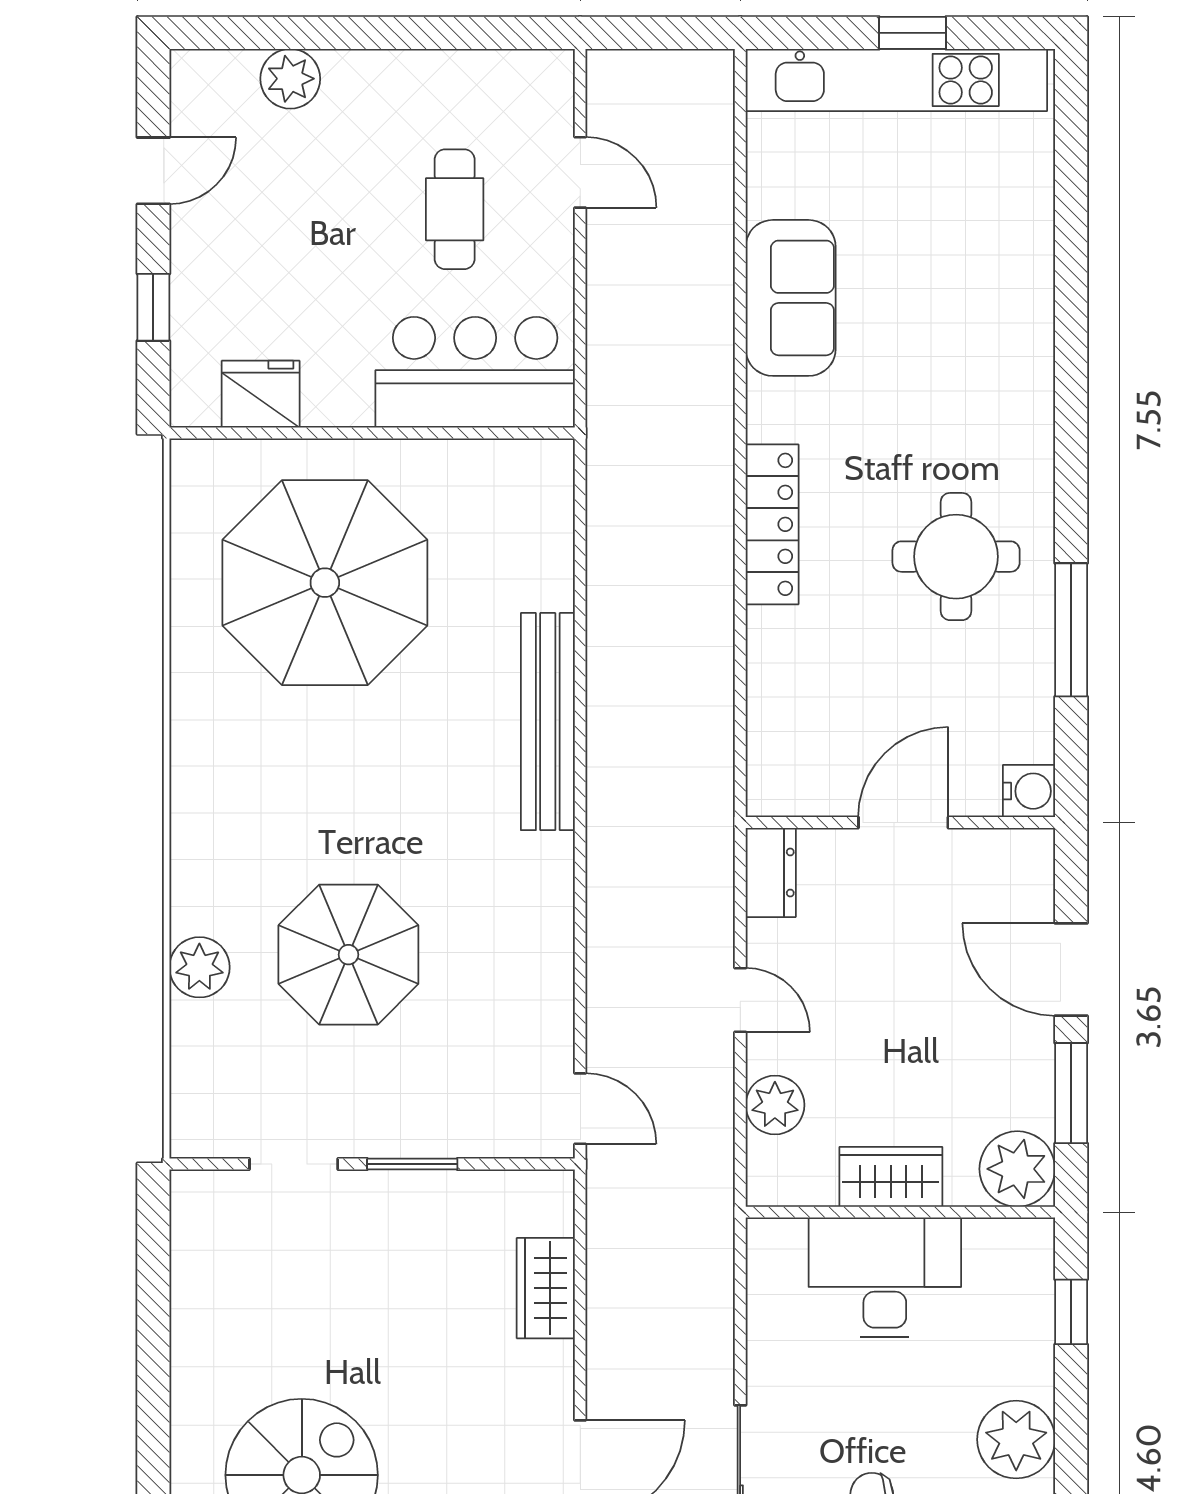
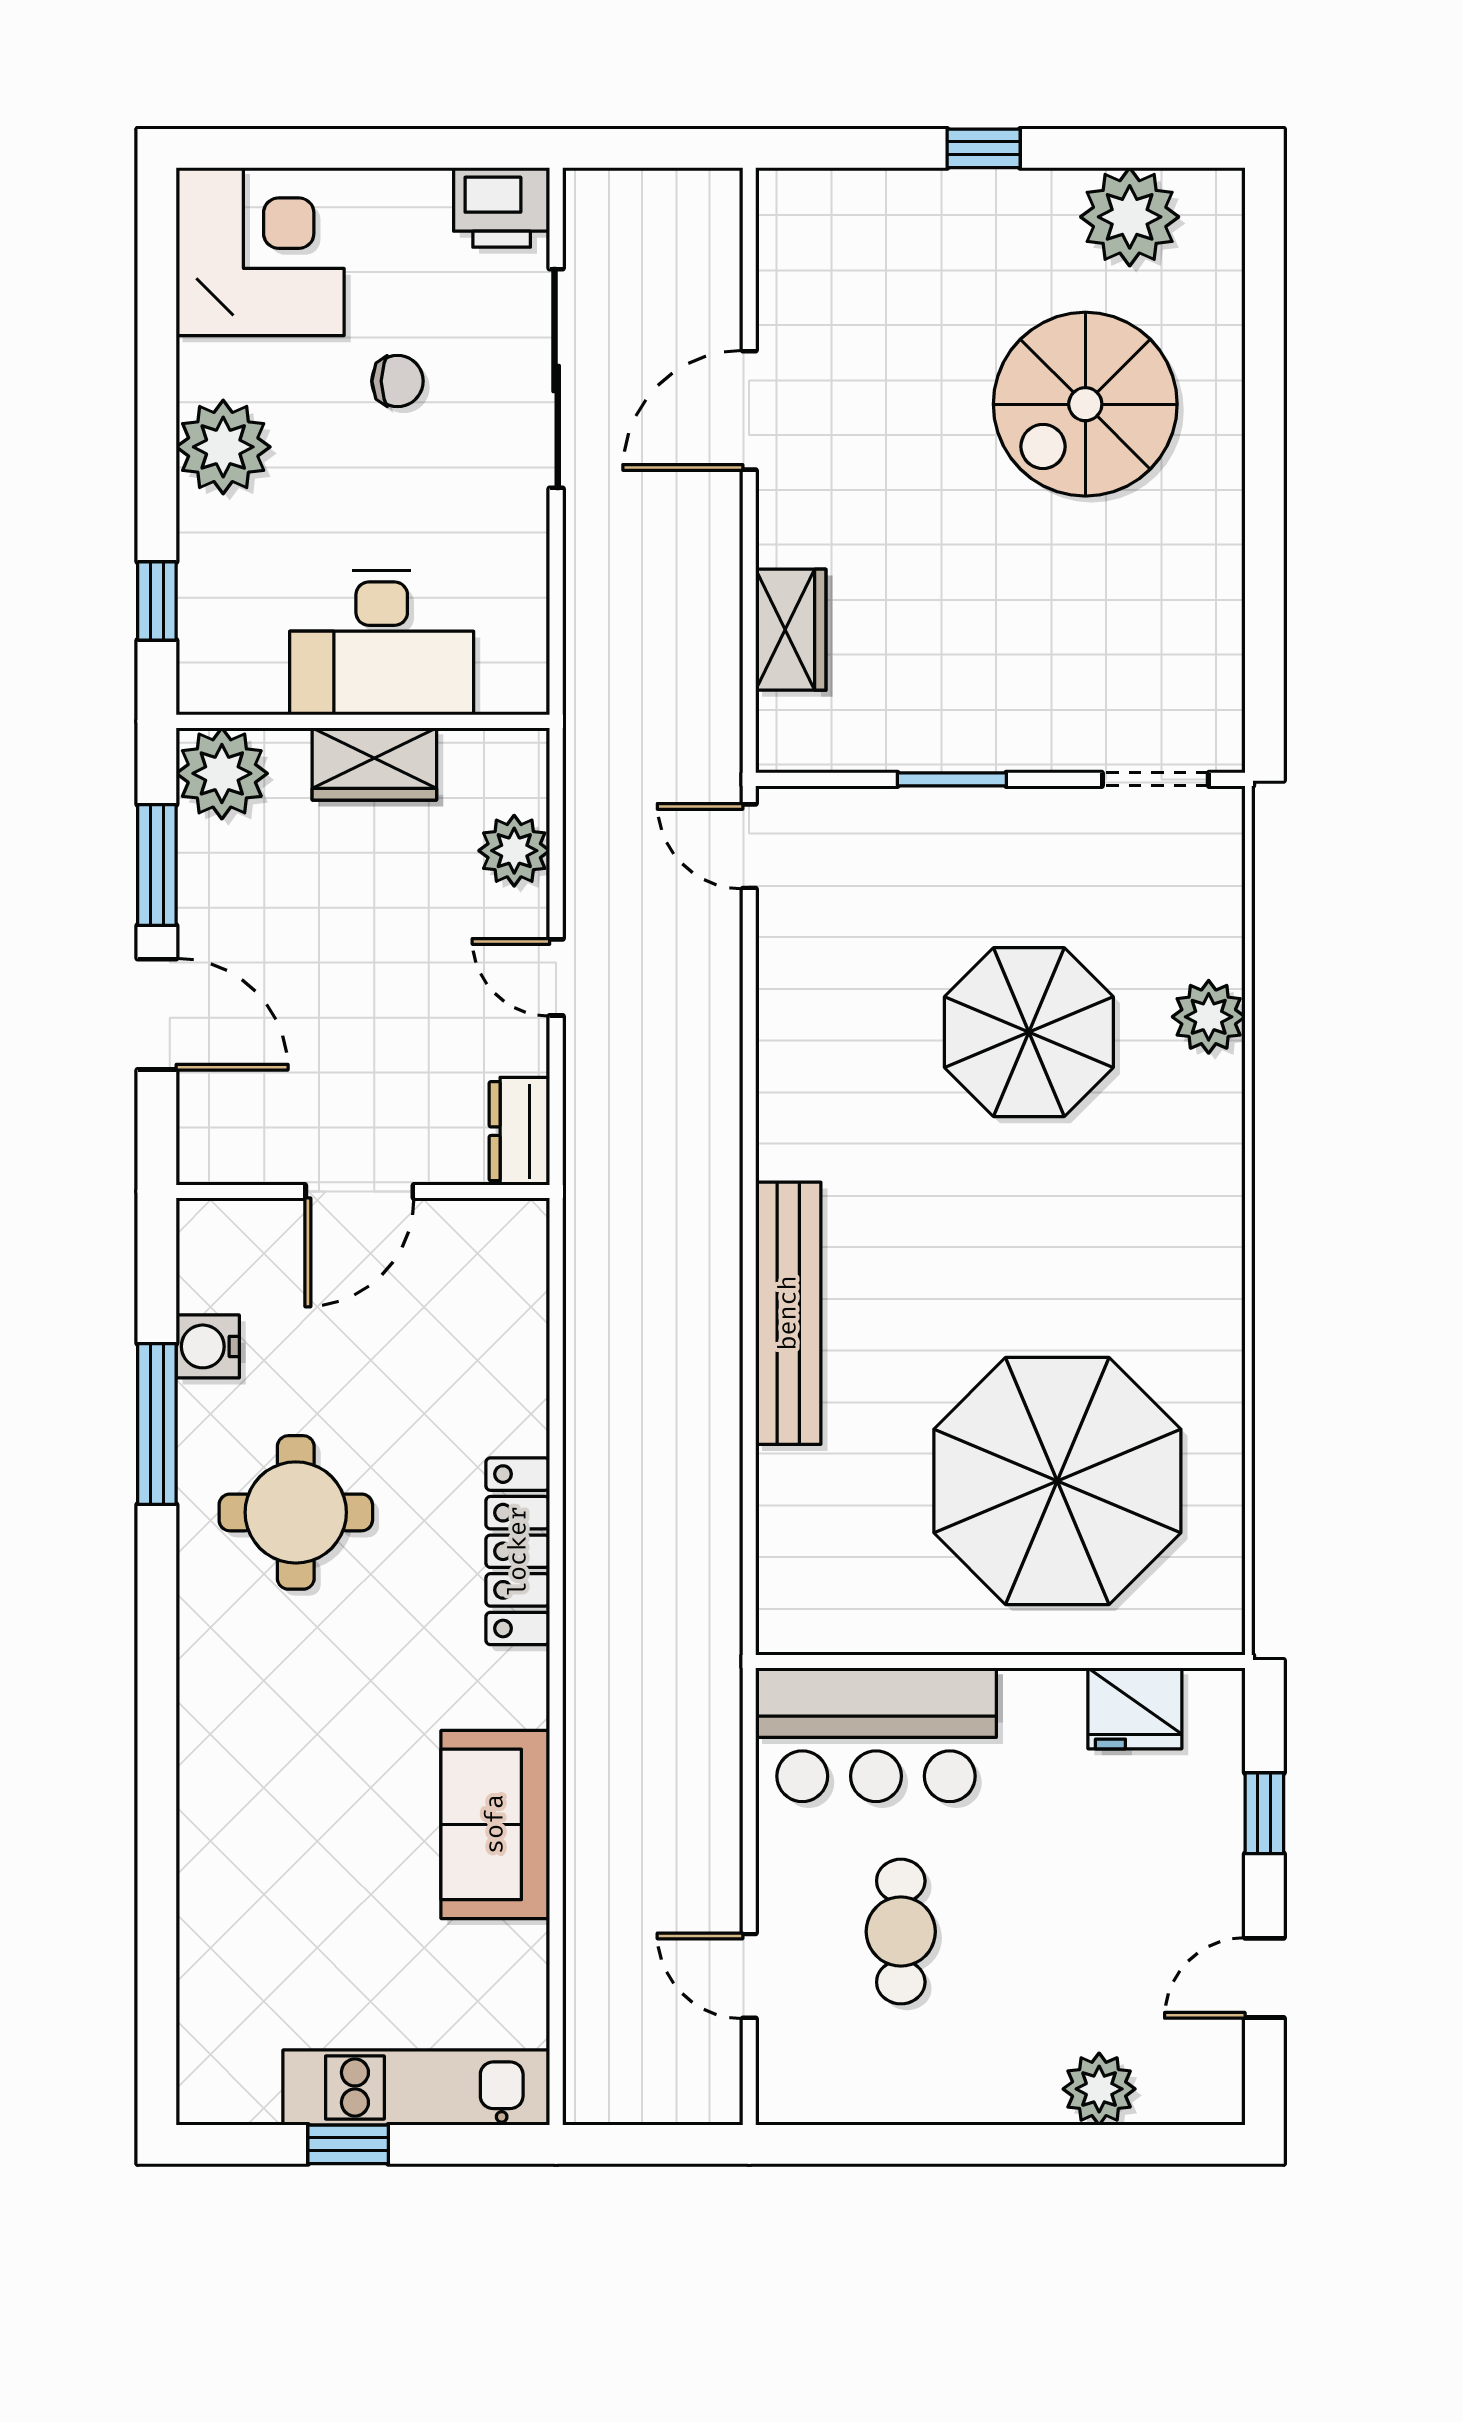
kitchen unit: (896, 80) -> (416, 2087), width x0.73
water cooler: (1029, 791) -> (208, 1346), moved
doorway: (294, 1164) -> (1155, 779), moved

